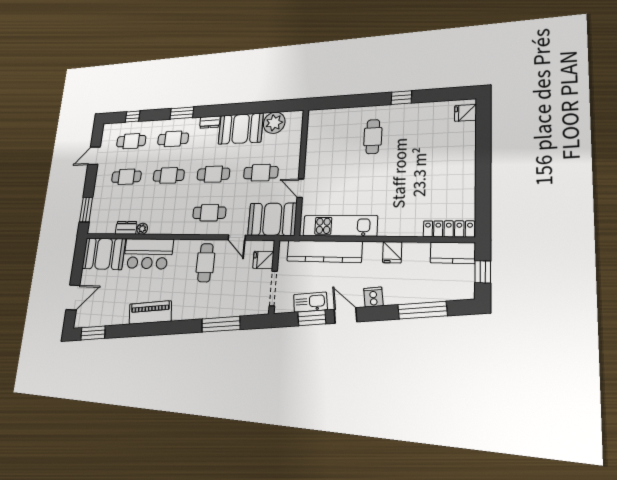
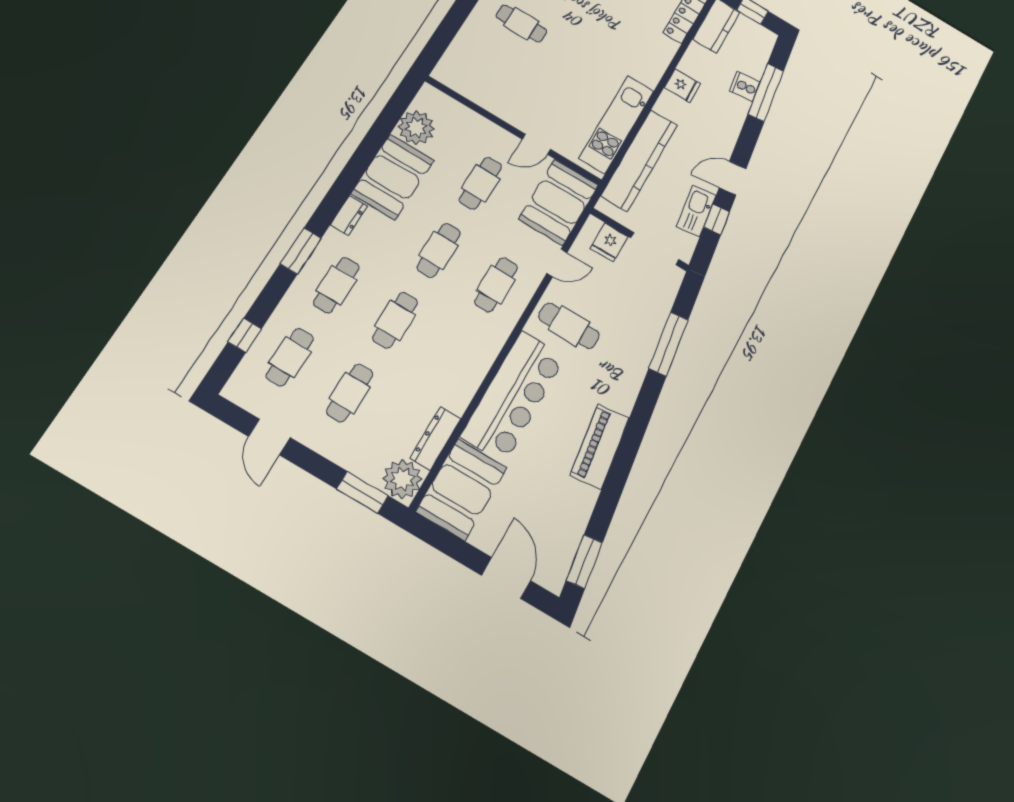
dresser: (126, 228) -> (435, 438), width x1.44
plant: (142, 229) -> (402, 479), moved, width x1.88, depth x1.88
bar counter: (148, 254) -> (513, 396), width x1.36
cooker: (373, 297) -> (745, 87), moved
window: (312, 318) -> (717, 220), width x0.67

